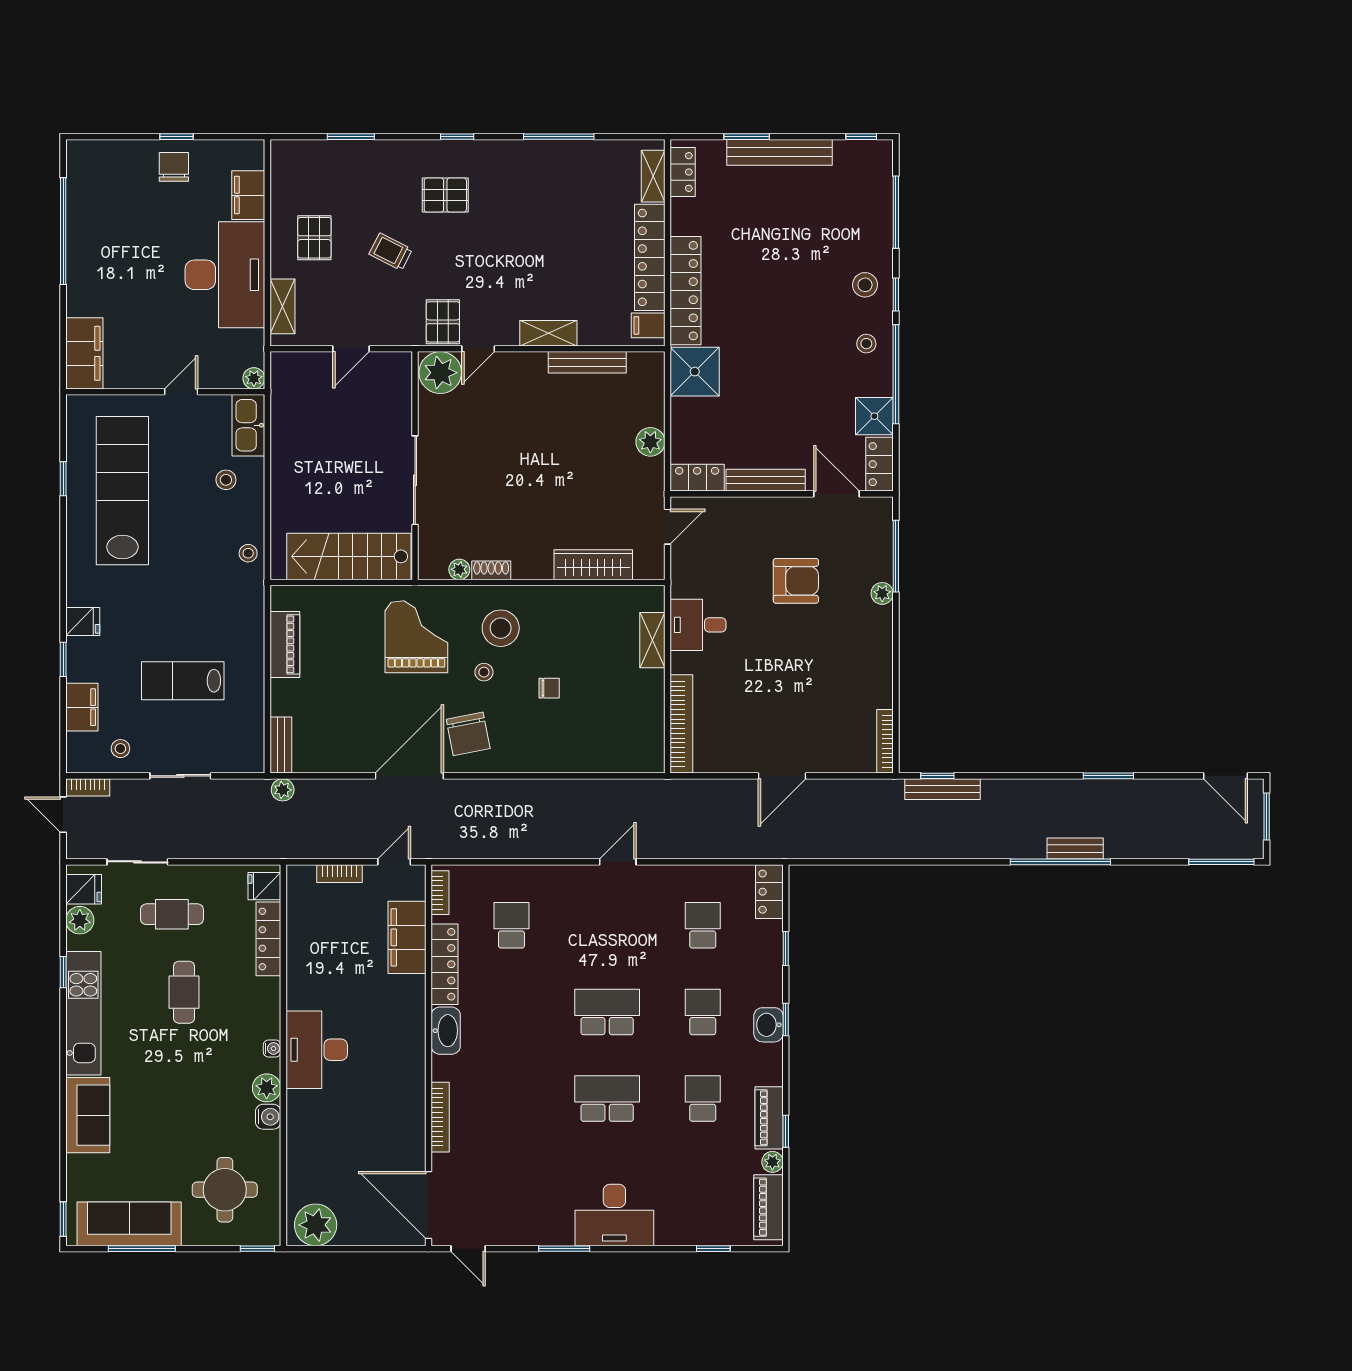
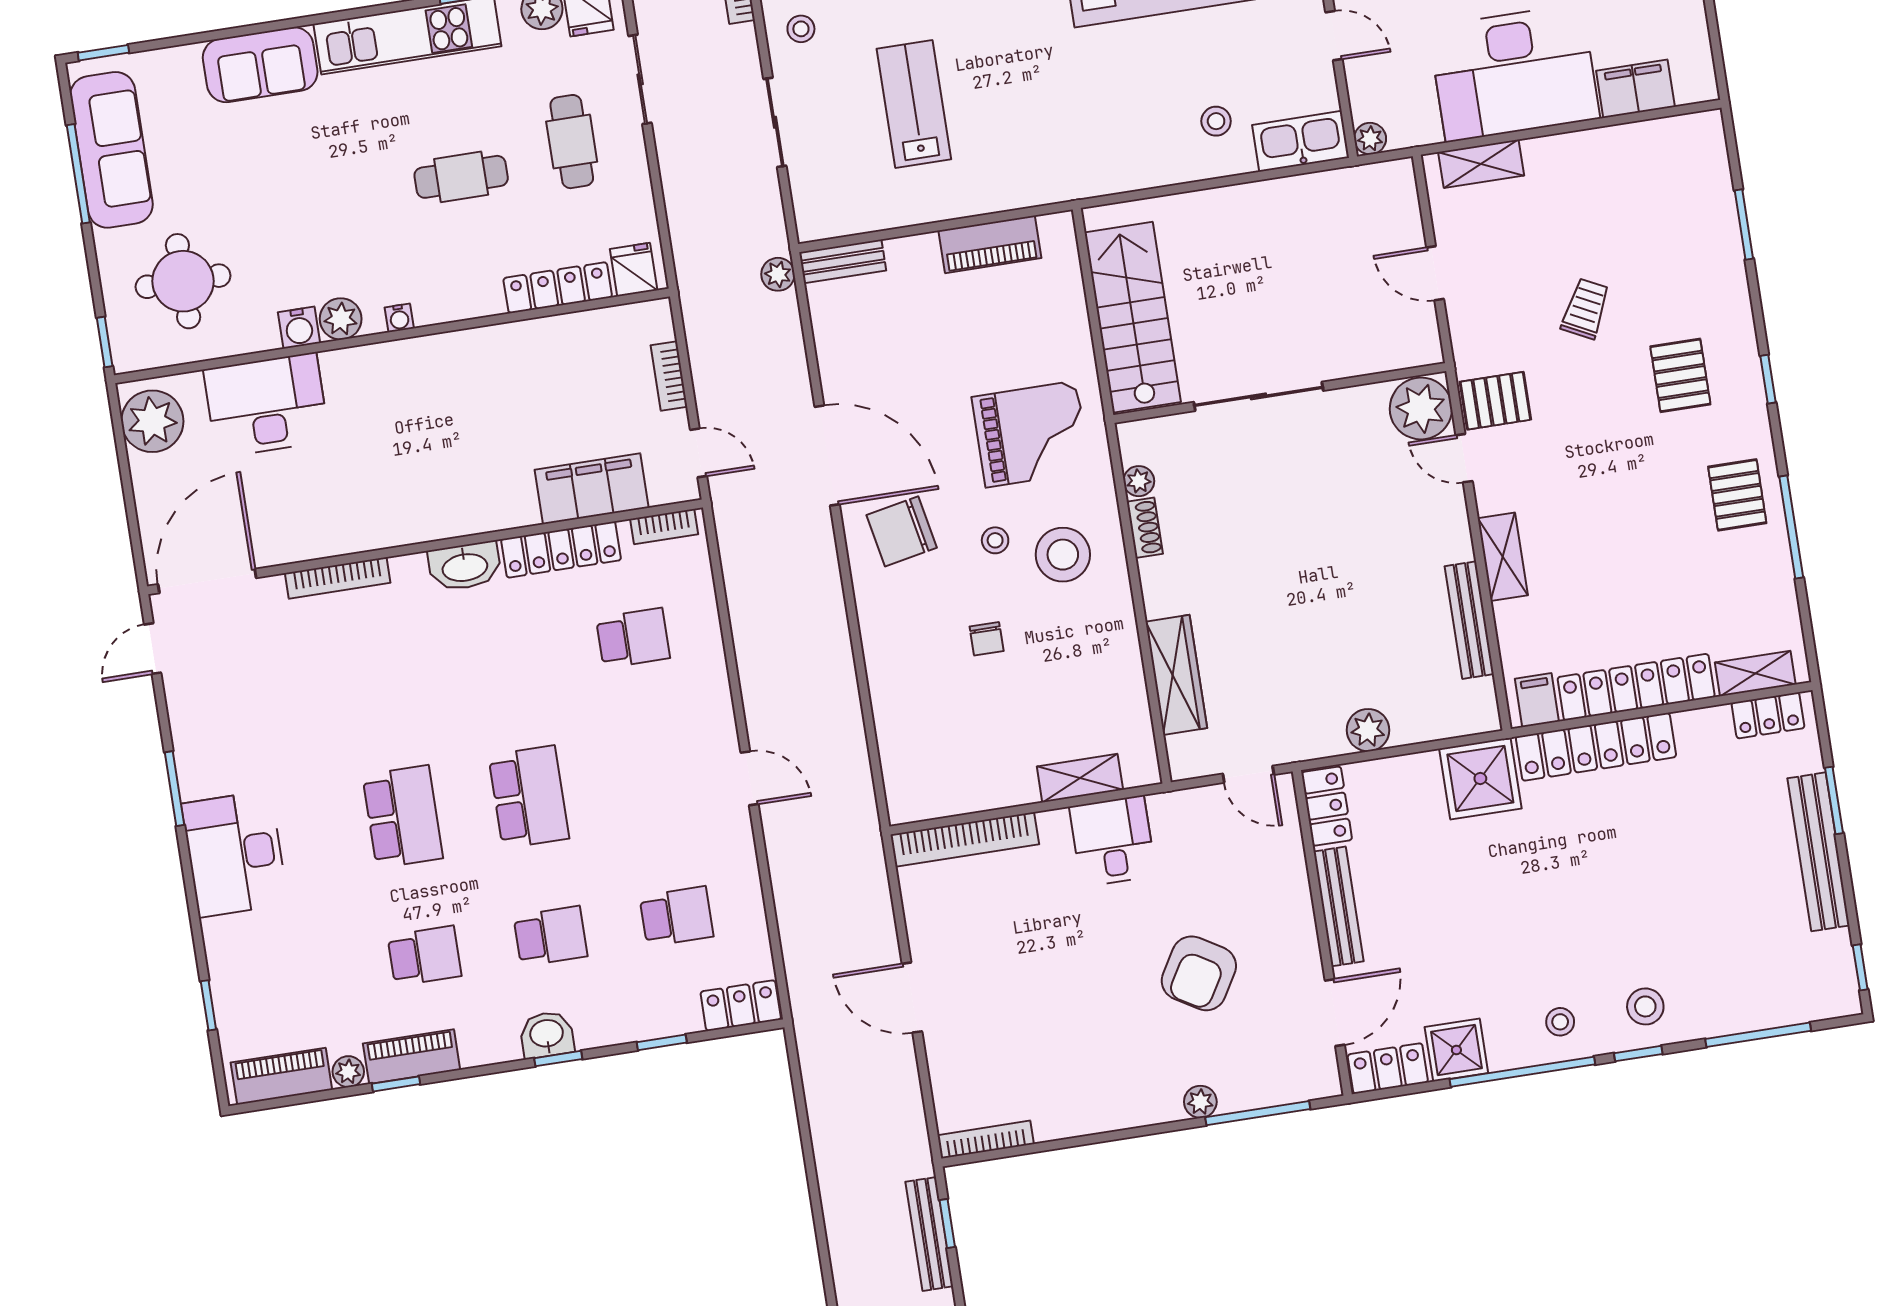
pallet: (314, 238) -> (1737, 495), moved, turned 90
stool: (248, 553) -> (1114, 170), removed
armchair: (796, 581) -> (1199, 973), turned 31
desk: (317, 1050) -> (266, 405), moved

